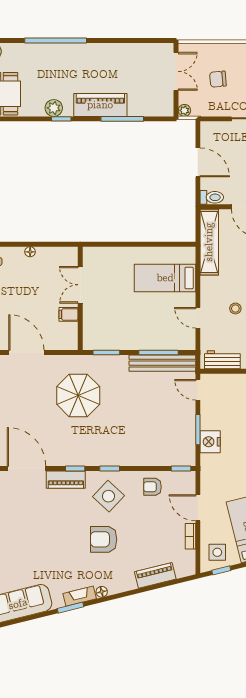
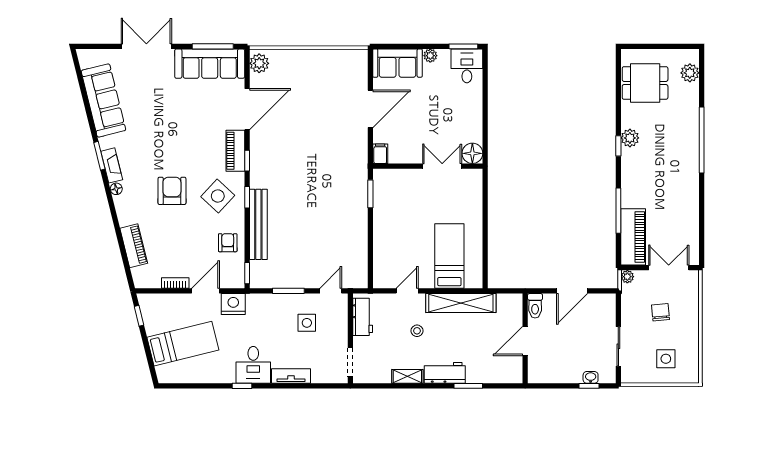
double door: (176, 71) -> (669, 268), swing flipped
piano: (100, 105) -> (633, 237), moved
shelving: (209, 242) -> (461, 303), moved
floor lamp: (30, 252) -> (472, 153), moved, width x1.89, depth x1.89
filing cabinet: (69, 314) -> (380, 154), moved
window: (159, 352) -> (370, 249), removed
bench: (162, 363) -> (258, 224), moved
parasol: (78, 395) -> (325, 164), removed
nightstand: (210, 442) -> (233, 304), moved
side table: (217, 552) -> (307, 323), moved

